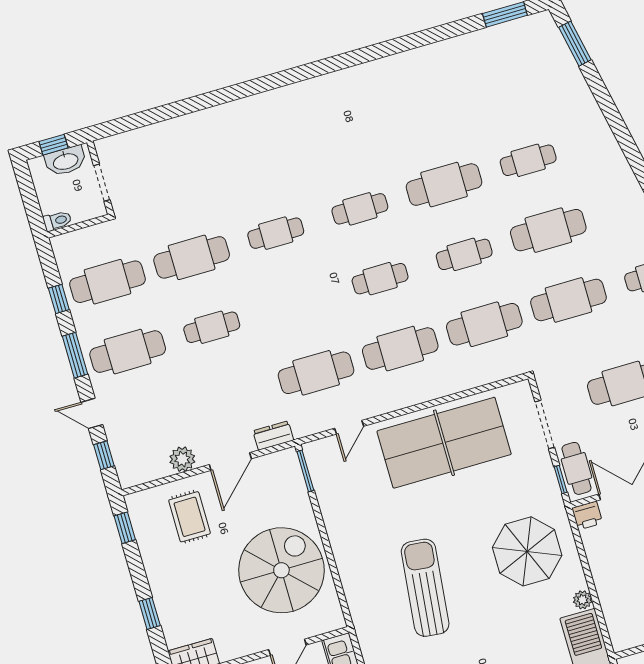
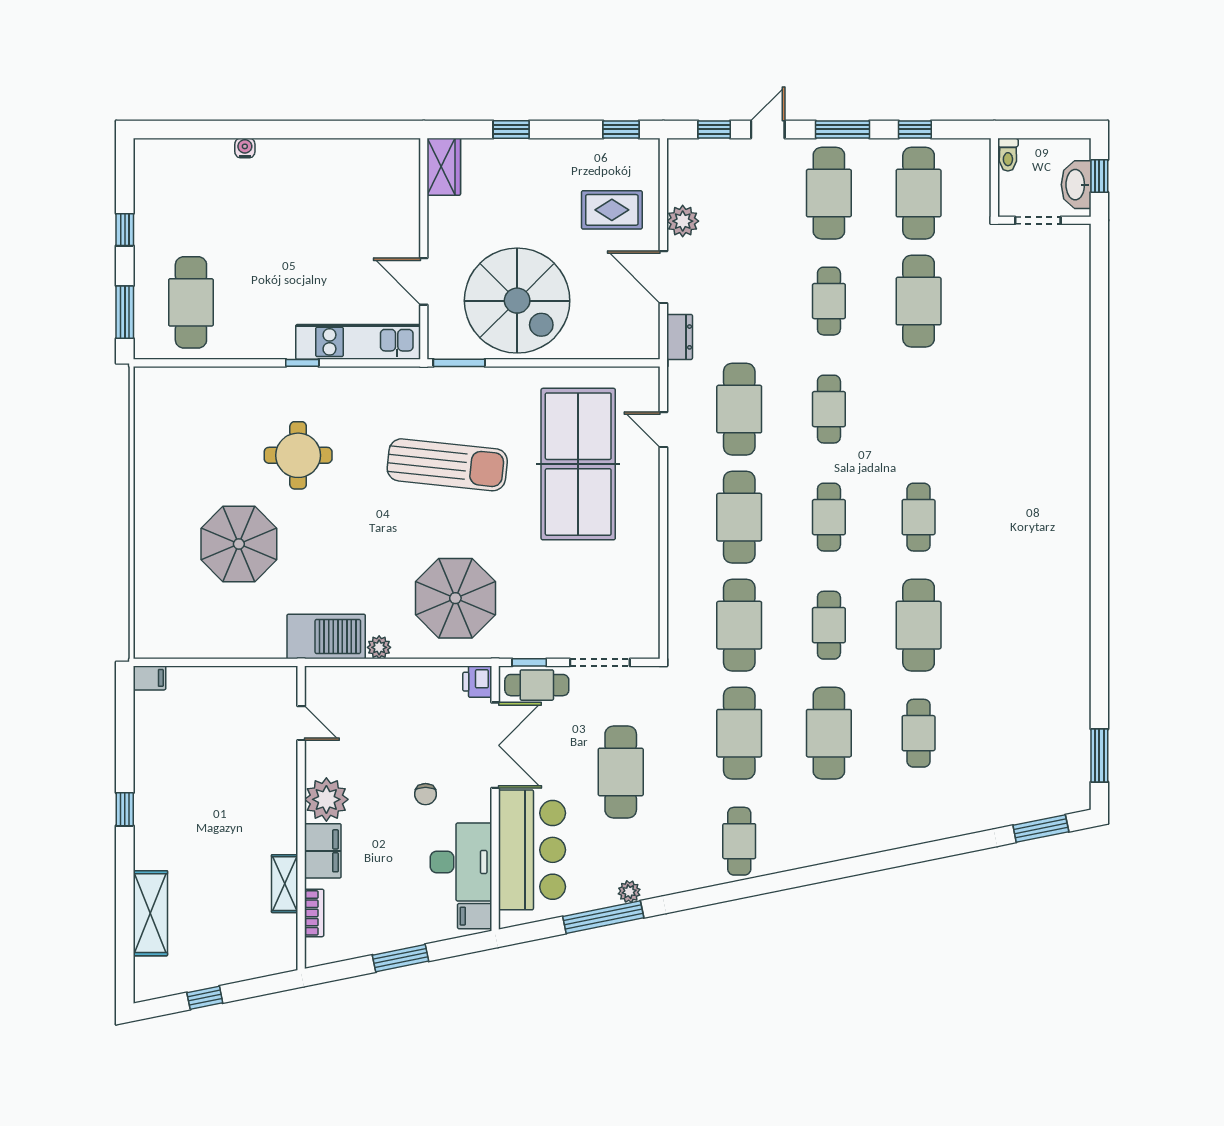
cafe table: (276, 233) -> (829, 409), moved
table tennis table: (444, 443) -> (578, 464), moved
window: (305, 471) -> (459, 363), moved

